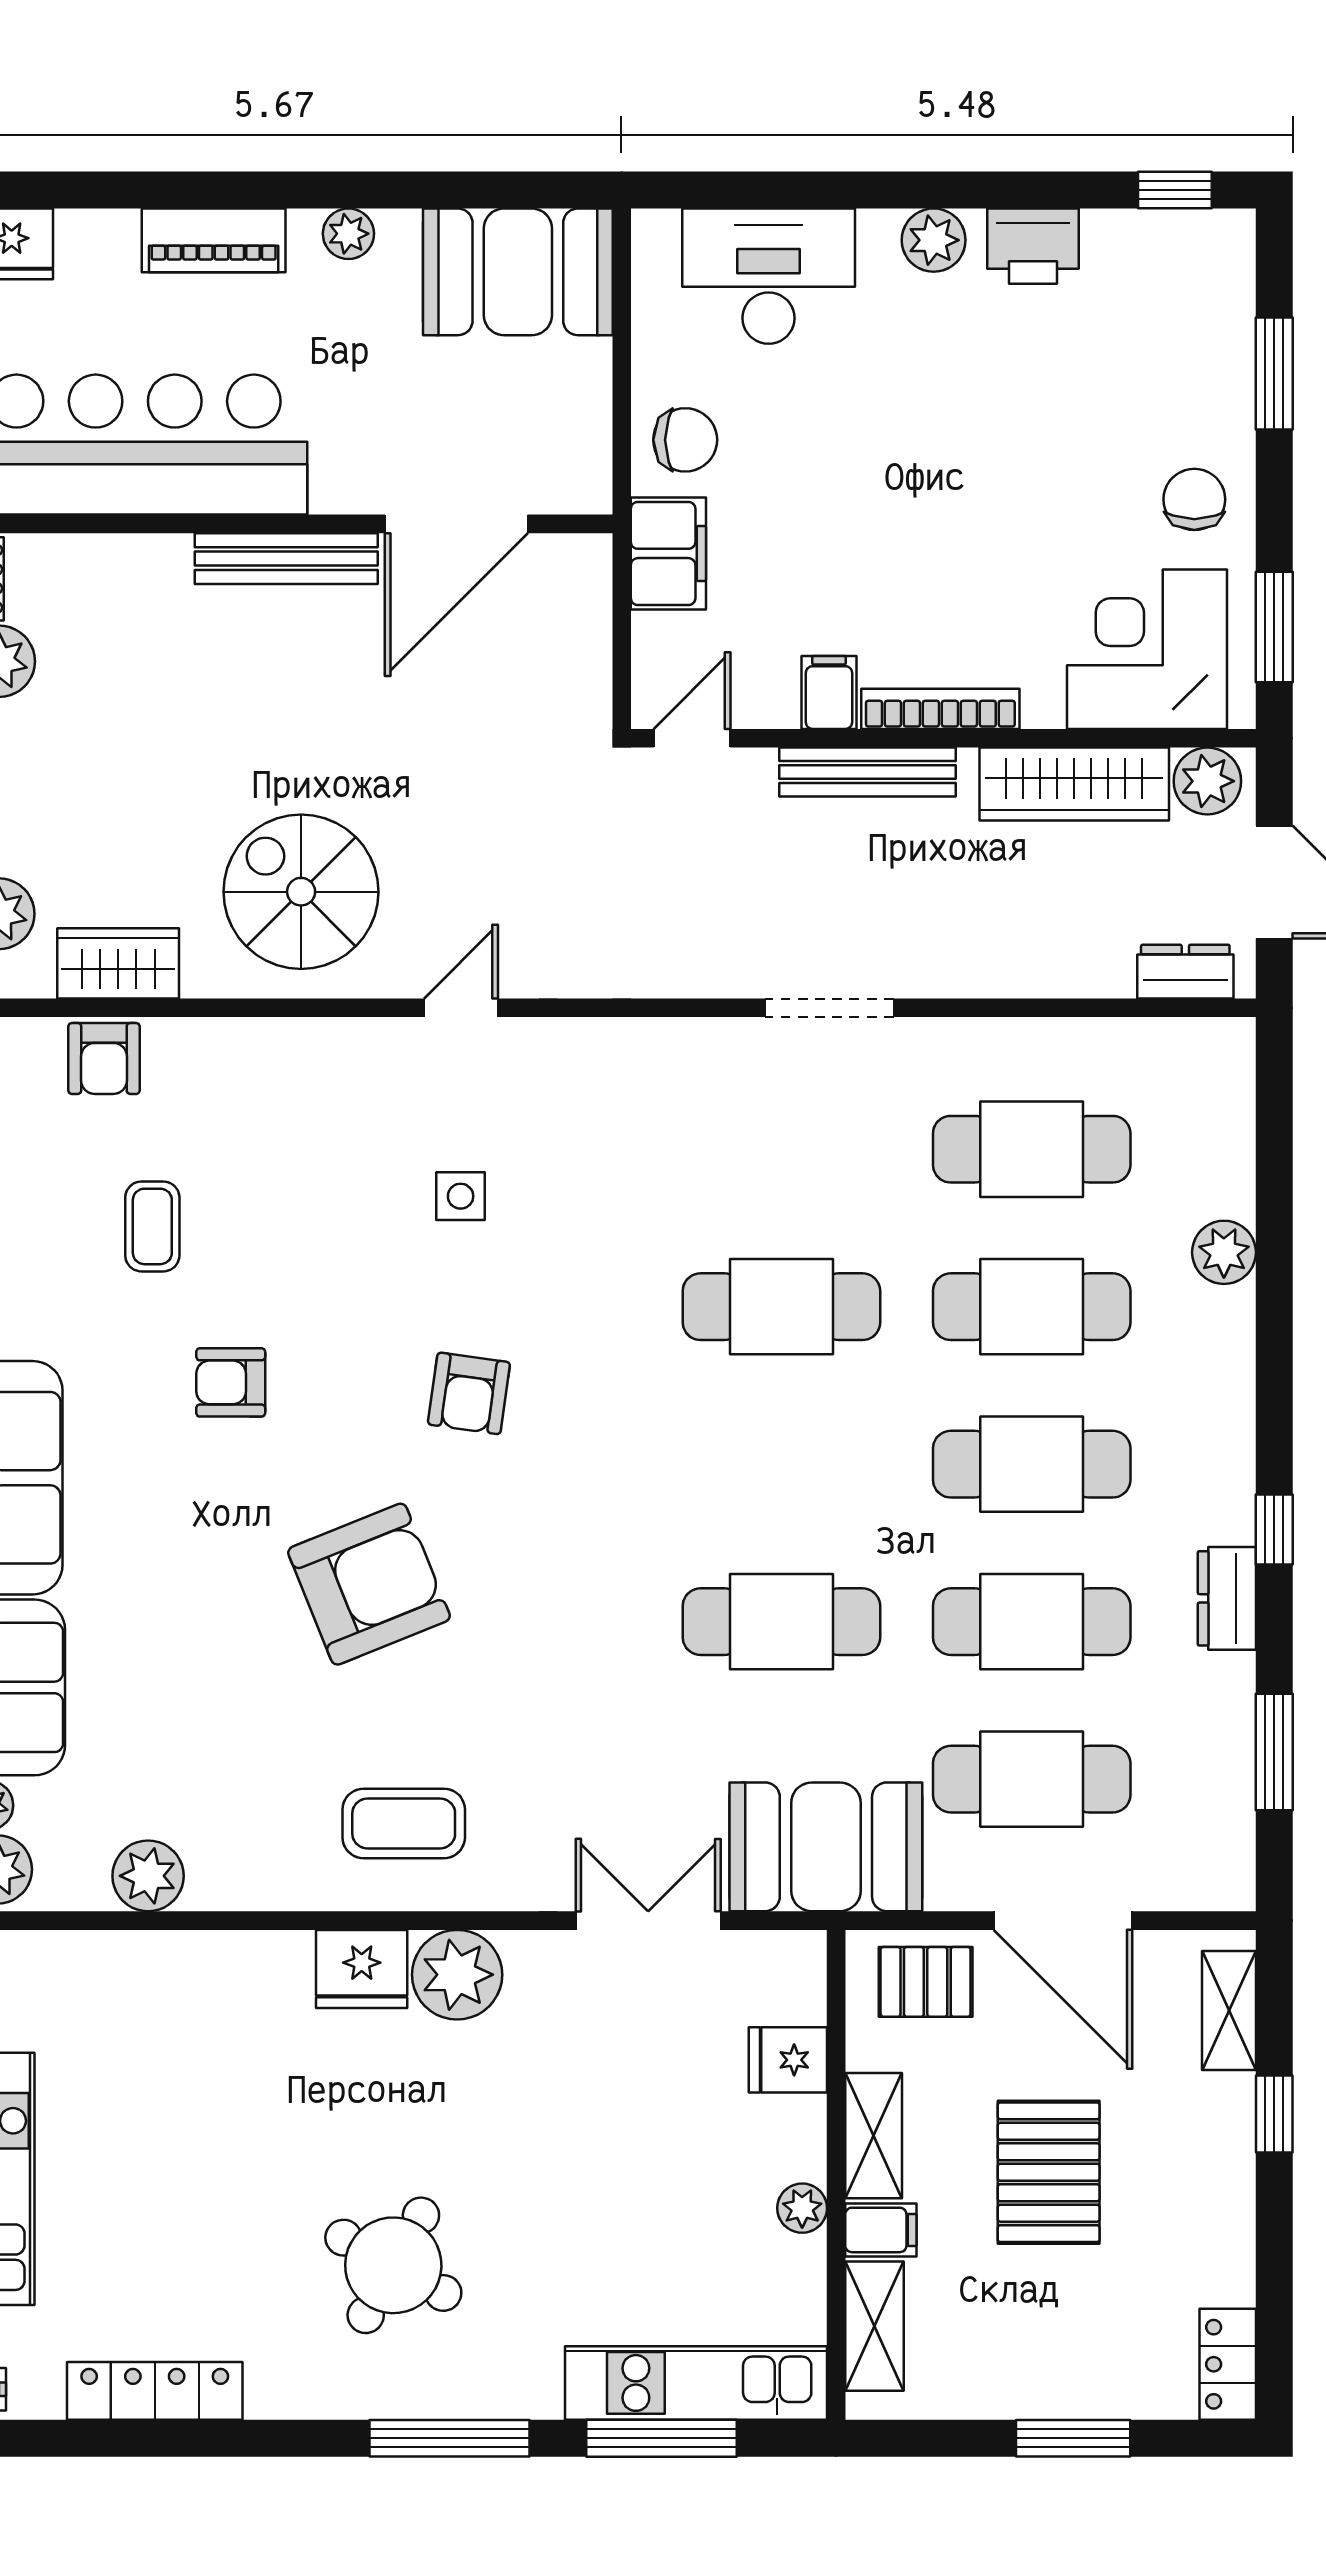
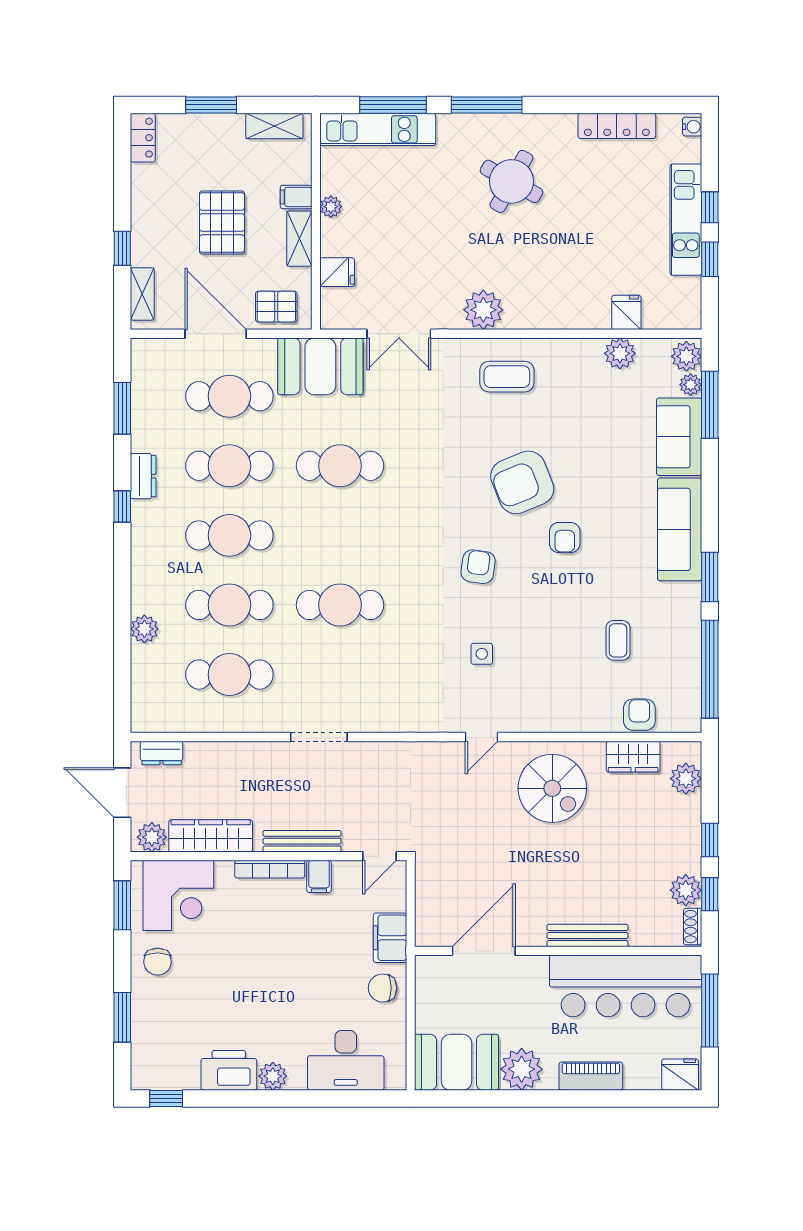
plant: (348, 234) -> (522, 1069), width x1.87, depth x1.87
printer: (1033, 246) -> (229, 1070), width x1.37, depth x1.19
bench: (286, 559) -> (587, 936), moved
armchair: (231, 1382) -> (565, 538), moved, turned 90
fridge: (362, 1969) -> (626, 312), moved, width x0.72
shelving: (874, 2326) -> (274, 126), moved, turned 90

